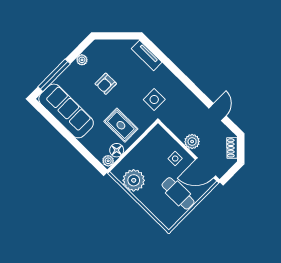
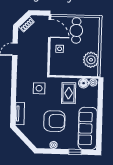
window: (54, 75) -> (75, 152), width x0.46
armchair: (106, 84) -> (54, 121), width x1.88, depth x1.88
plant: (192, 142) -> (43, 48), removed

